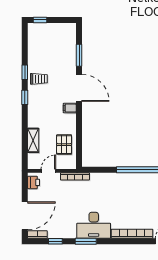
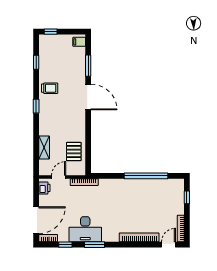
window: (25, 72) -> (36, 62), moved
filing cabinet: (70, 108) -> (79, 42), moved
desk: (94, 225) -> (85, 229), moved

